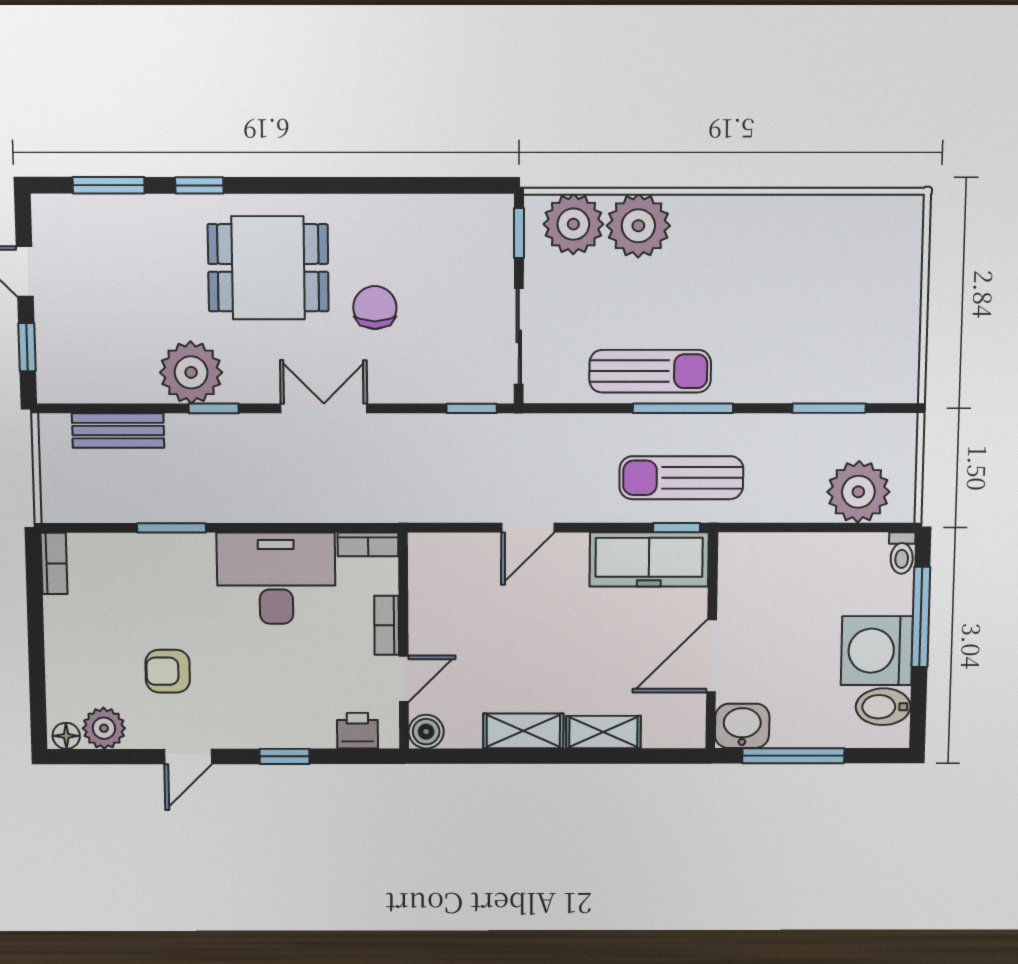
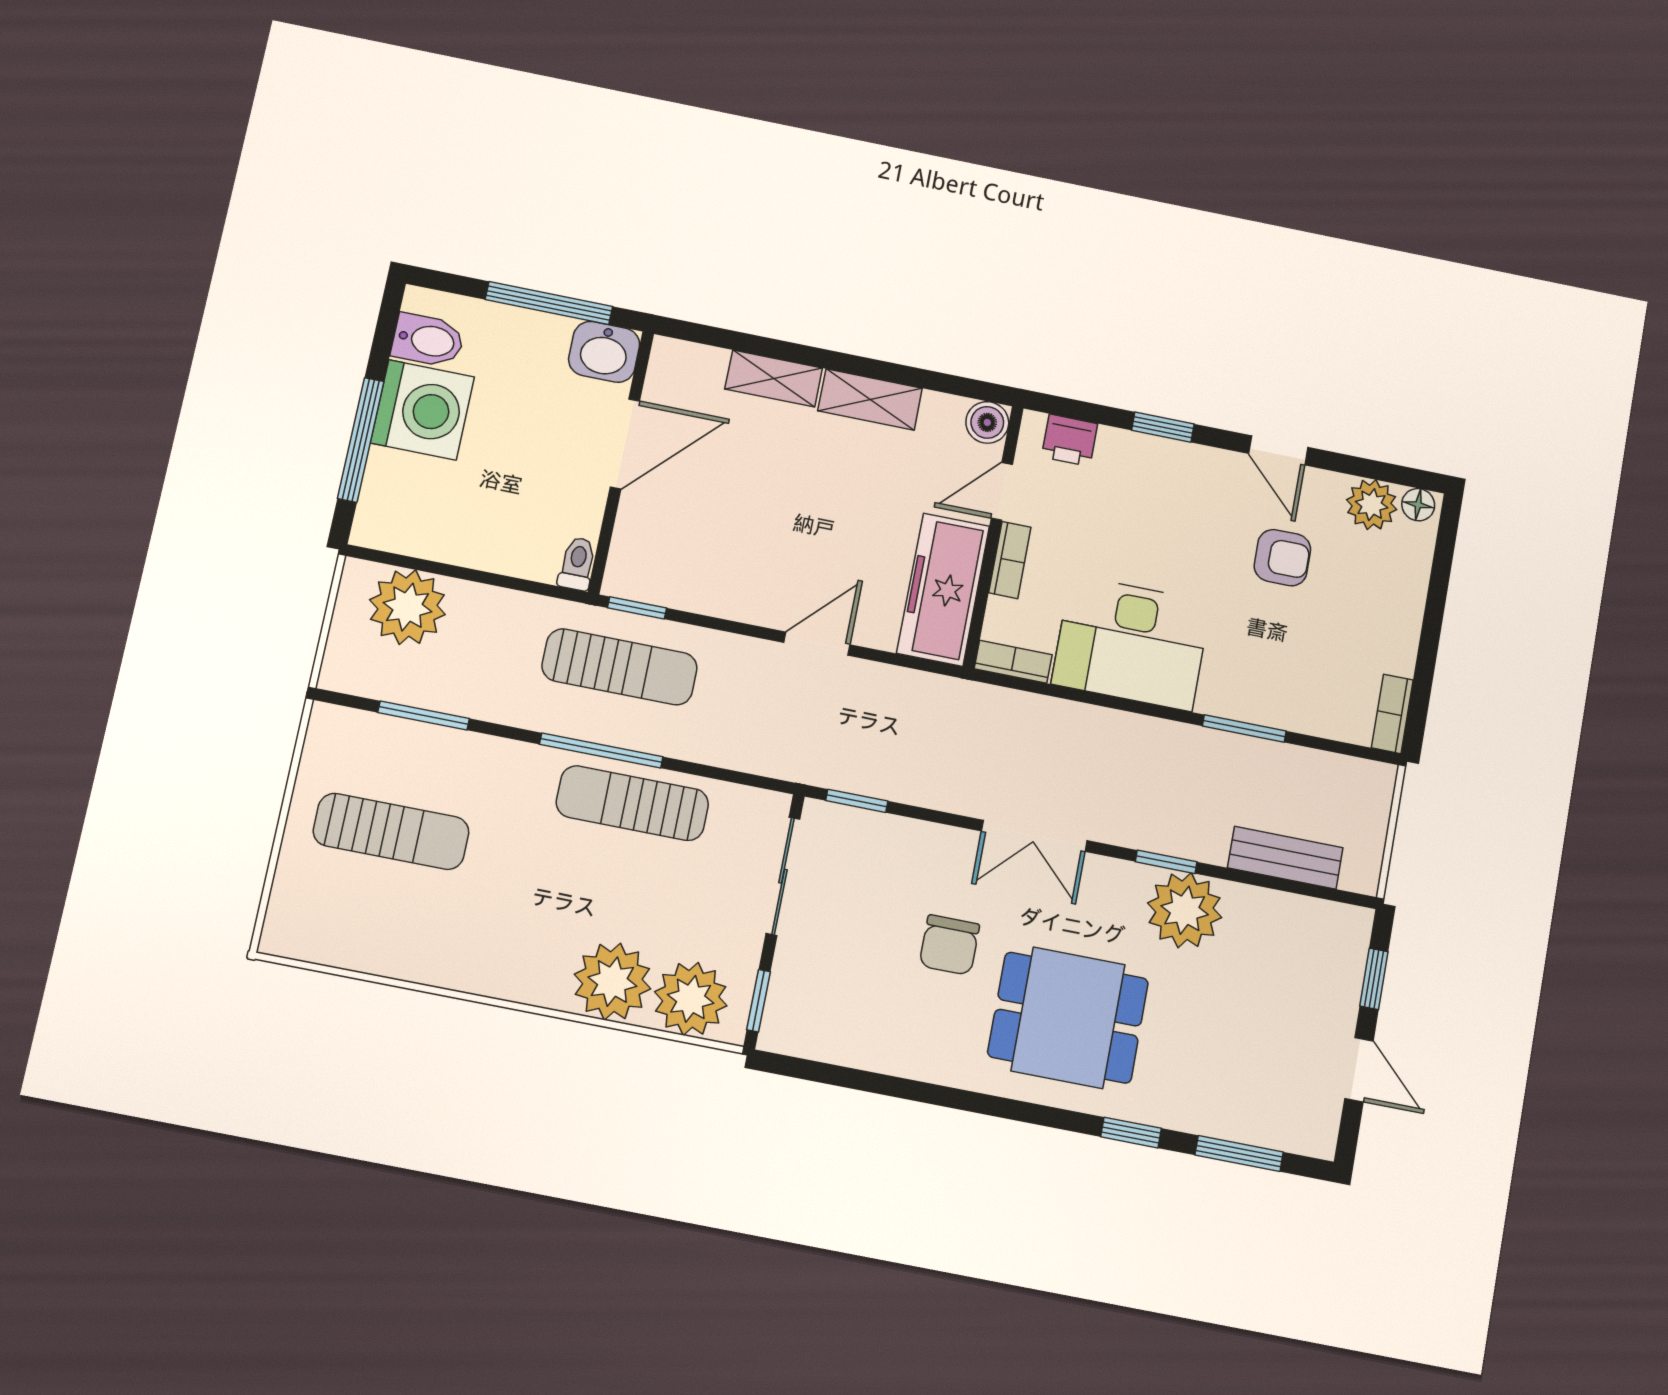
sun lounger: (837, 311) -> (391, 831), added
toilet: (902, 553) -> (577, 564), moved
freezer: (649, 559) -> (943, 590), moved, turned -90
door: (188, 757) -> (1278, 450), swing flipped

